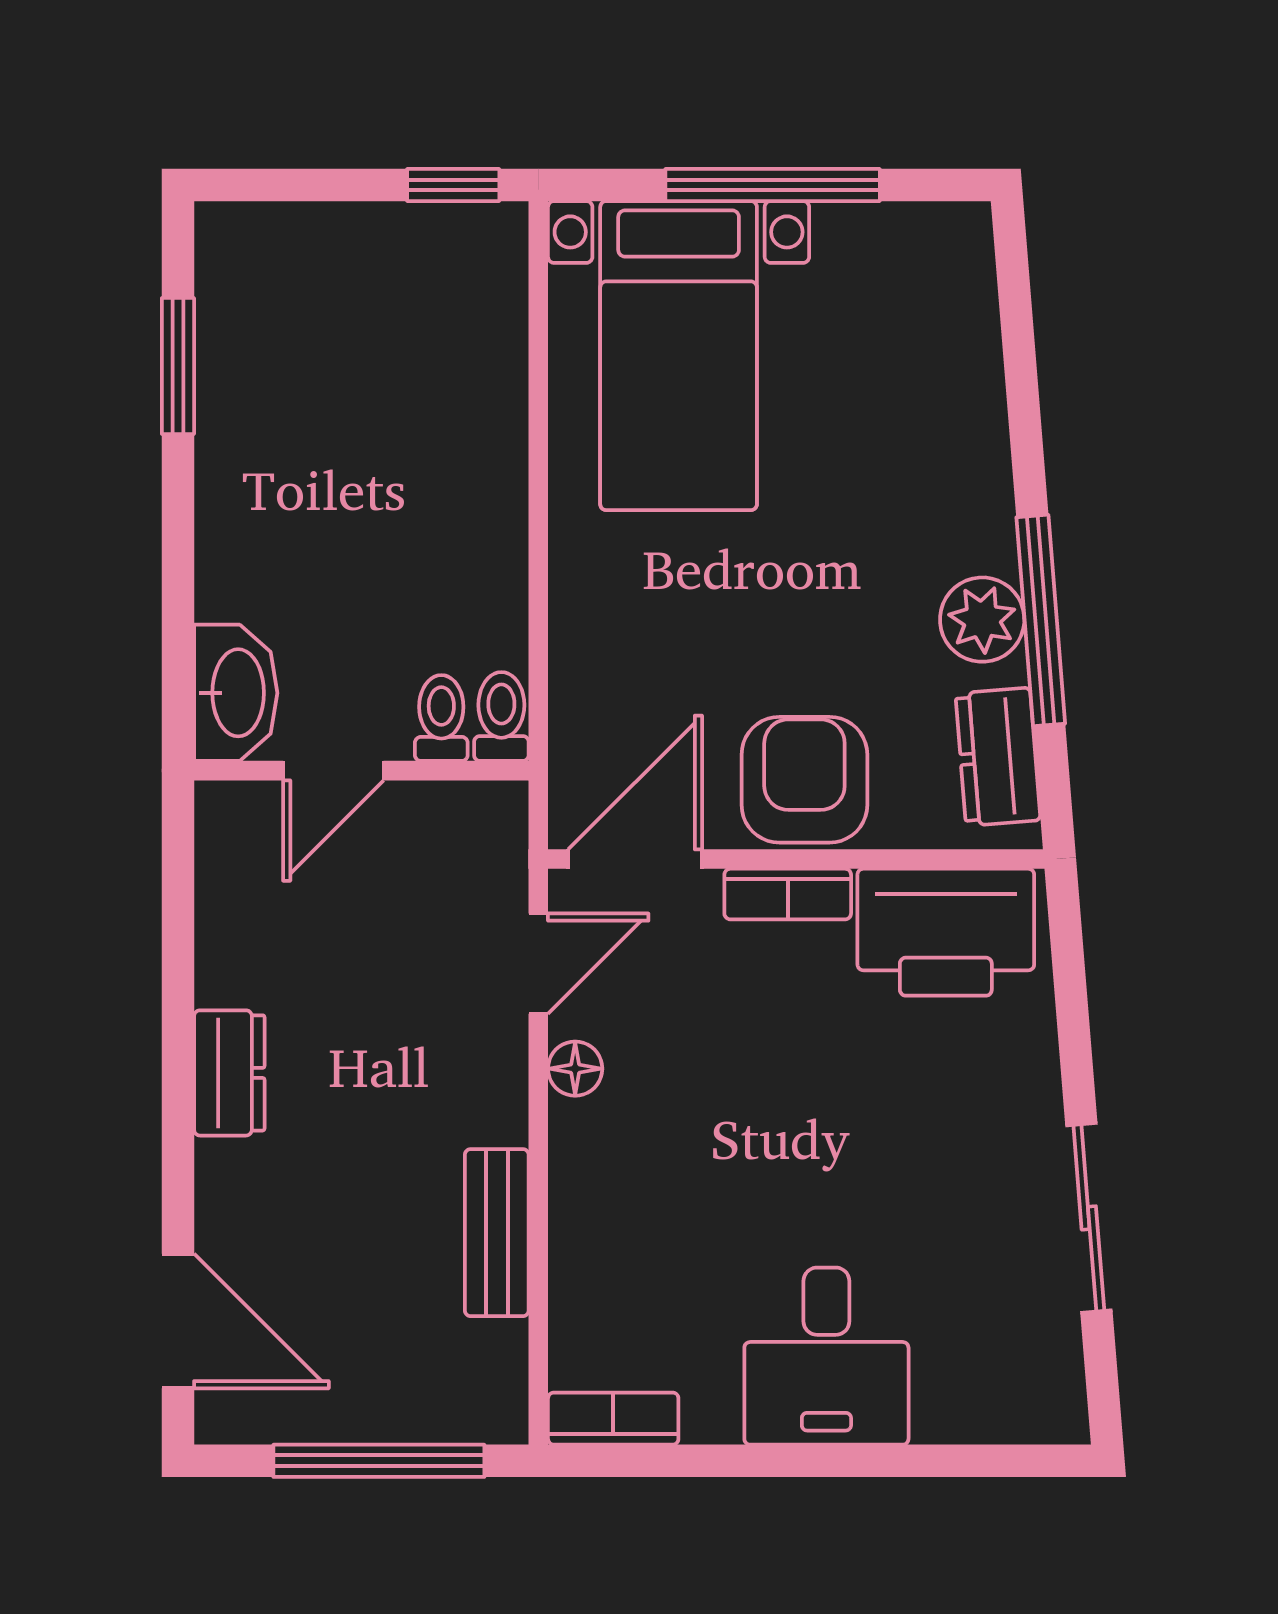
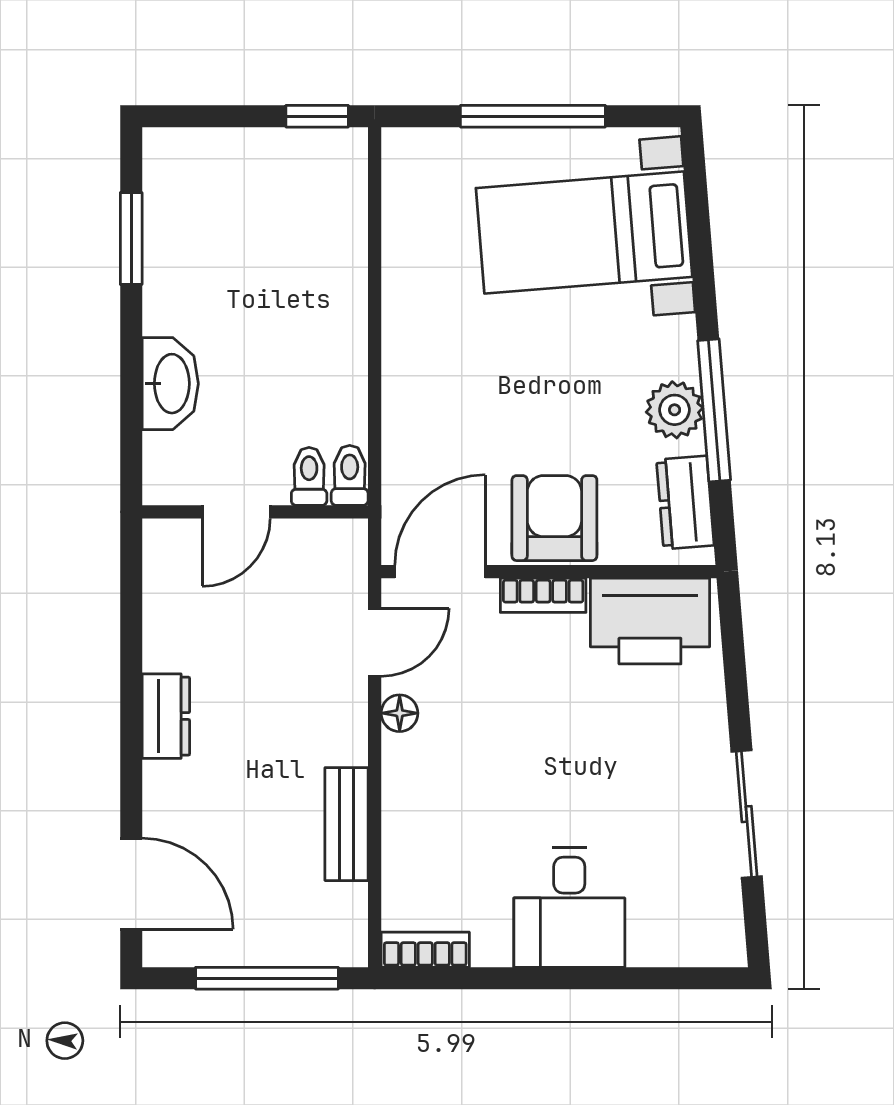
bed with nightstands: (679, 356) -> (584, 232), moved, turned 85
washbasin: (236, 693) -> (170, 384), moved

